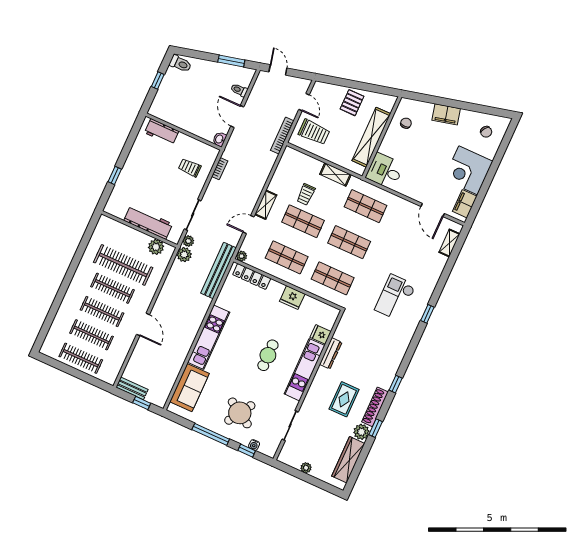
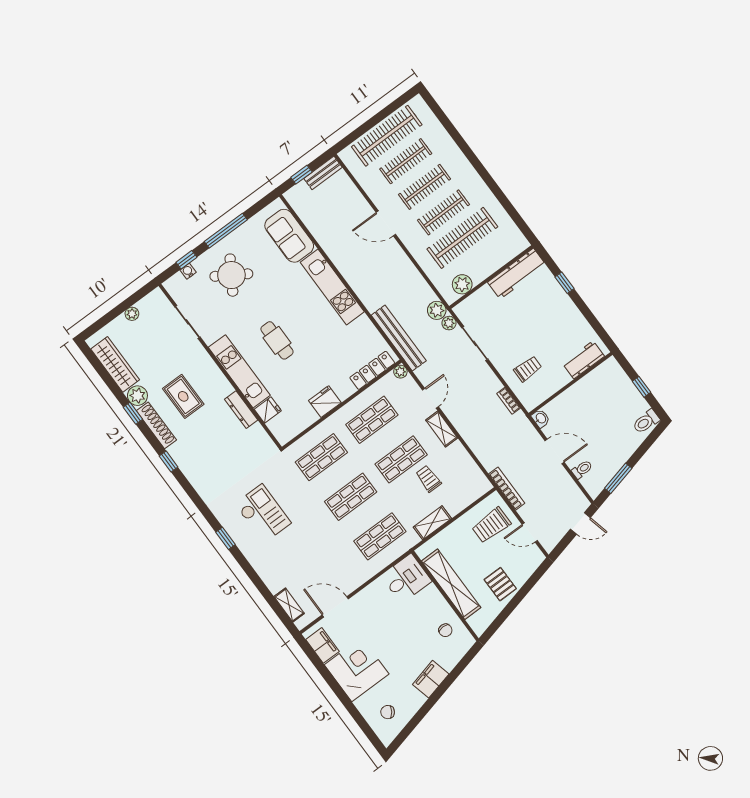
workbench: (148, 222) -> (517, 274), moved
clothes rail: (81, 358) -> (387, 136), width x1.37, depth x1.31

